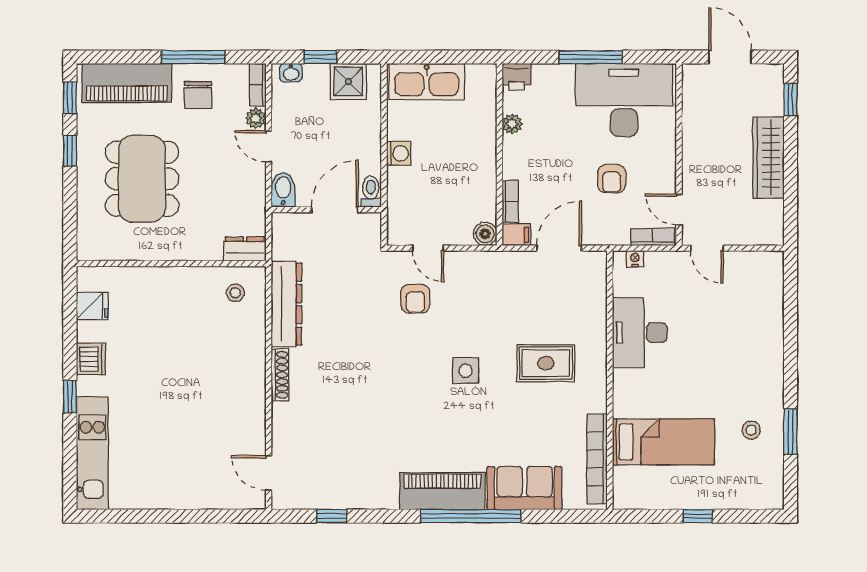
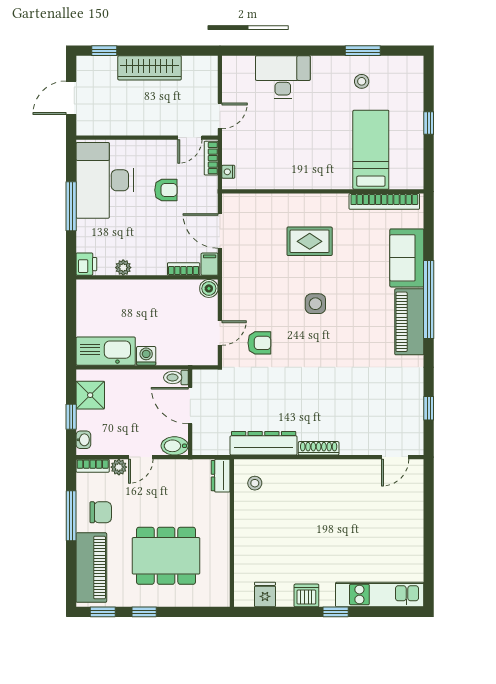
kitchen sink: (427, 82) -> (106, 351), moved, turned -90
desk: (640, 333) -> (283, 77), moved, turned 180
rug: (546, 363) -> (310, 241), turned 90

